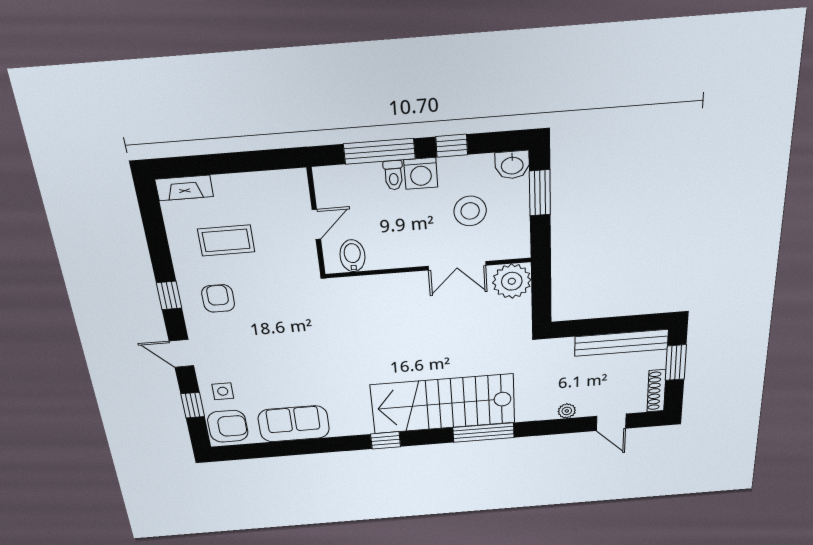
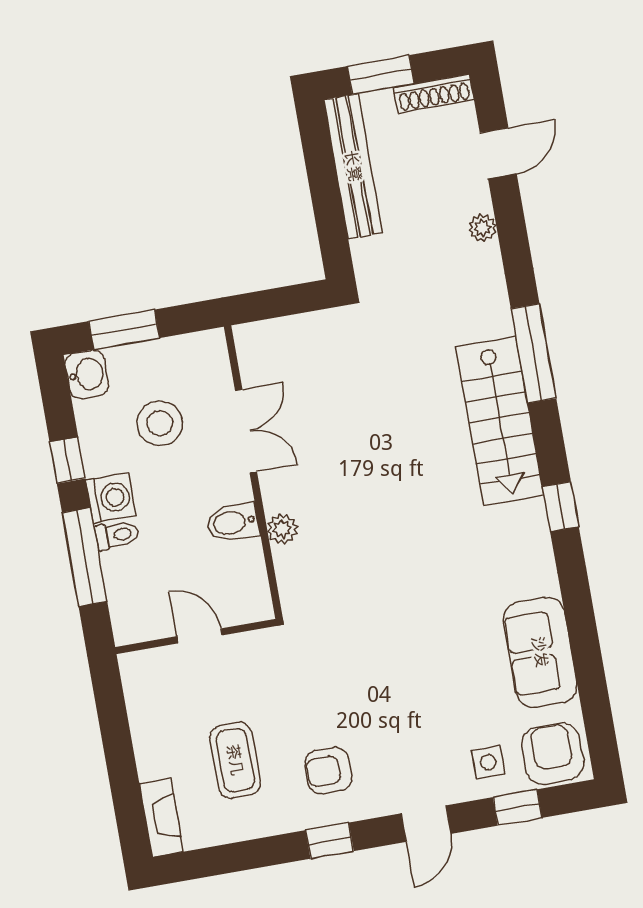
bidet: (352, 256) -> (233, 522), moved
plant: (512, 281) -> (282, 529), moved, width x0.53, depth x0.53
stairs: (443, 404) -> (500, 421), width x0.73, depth x0.66

